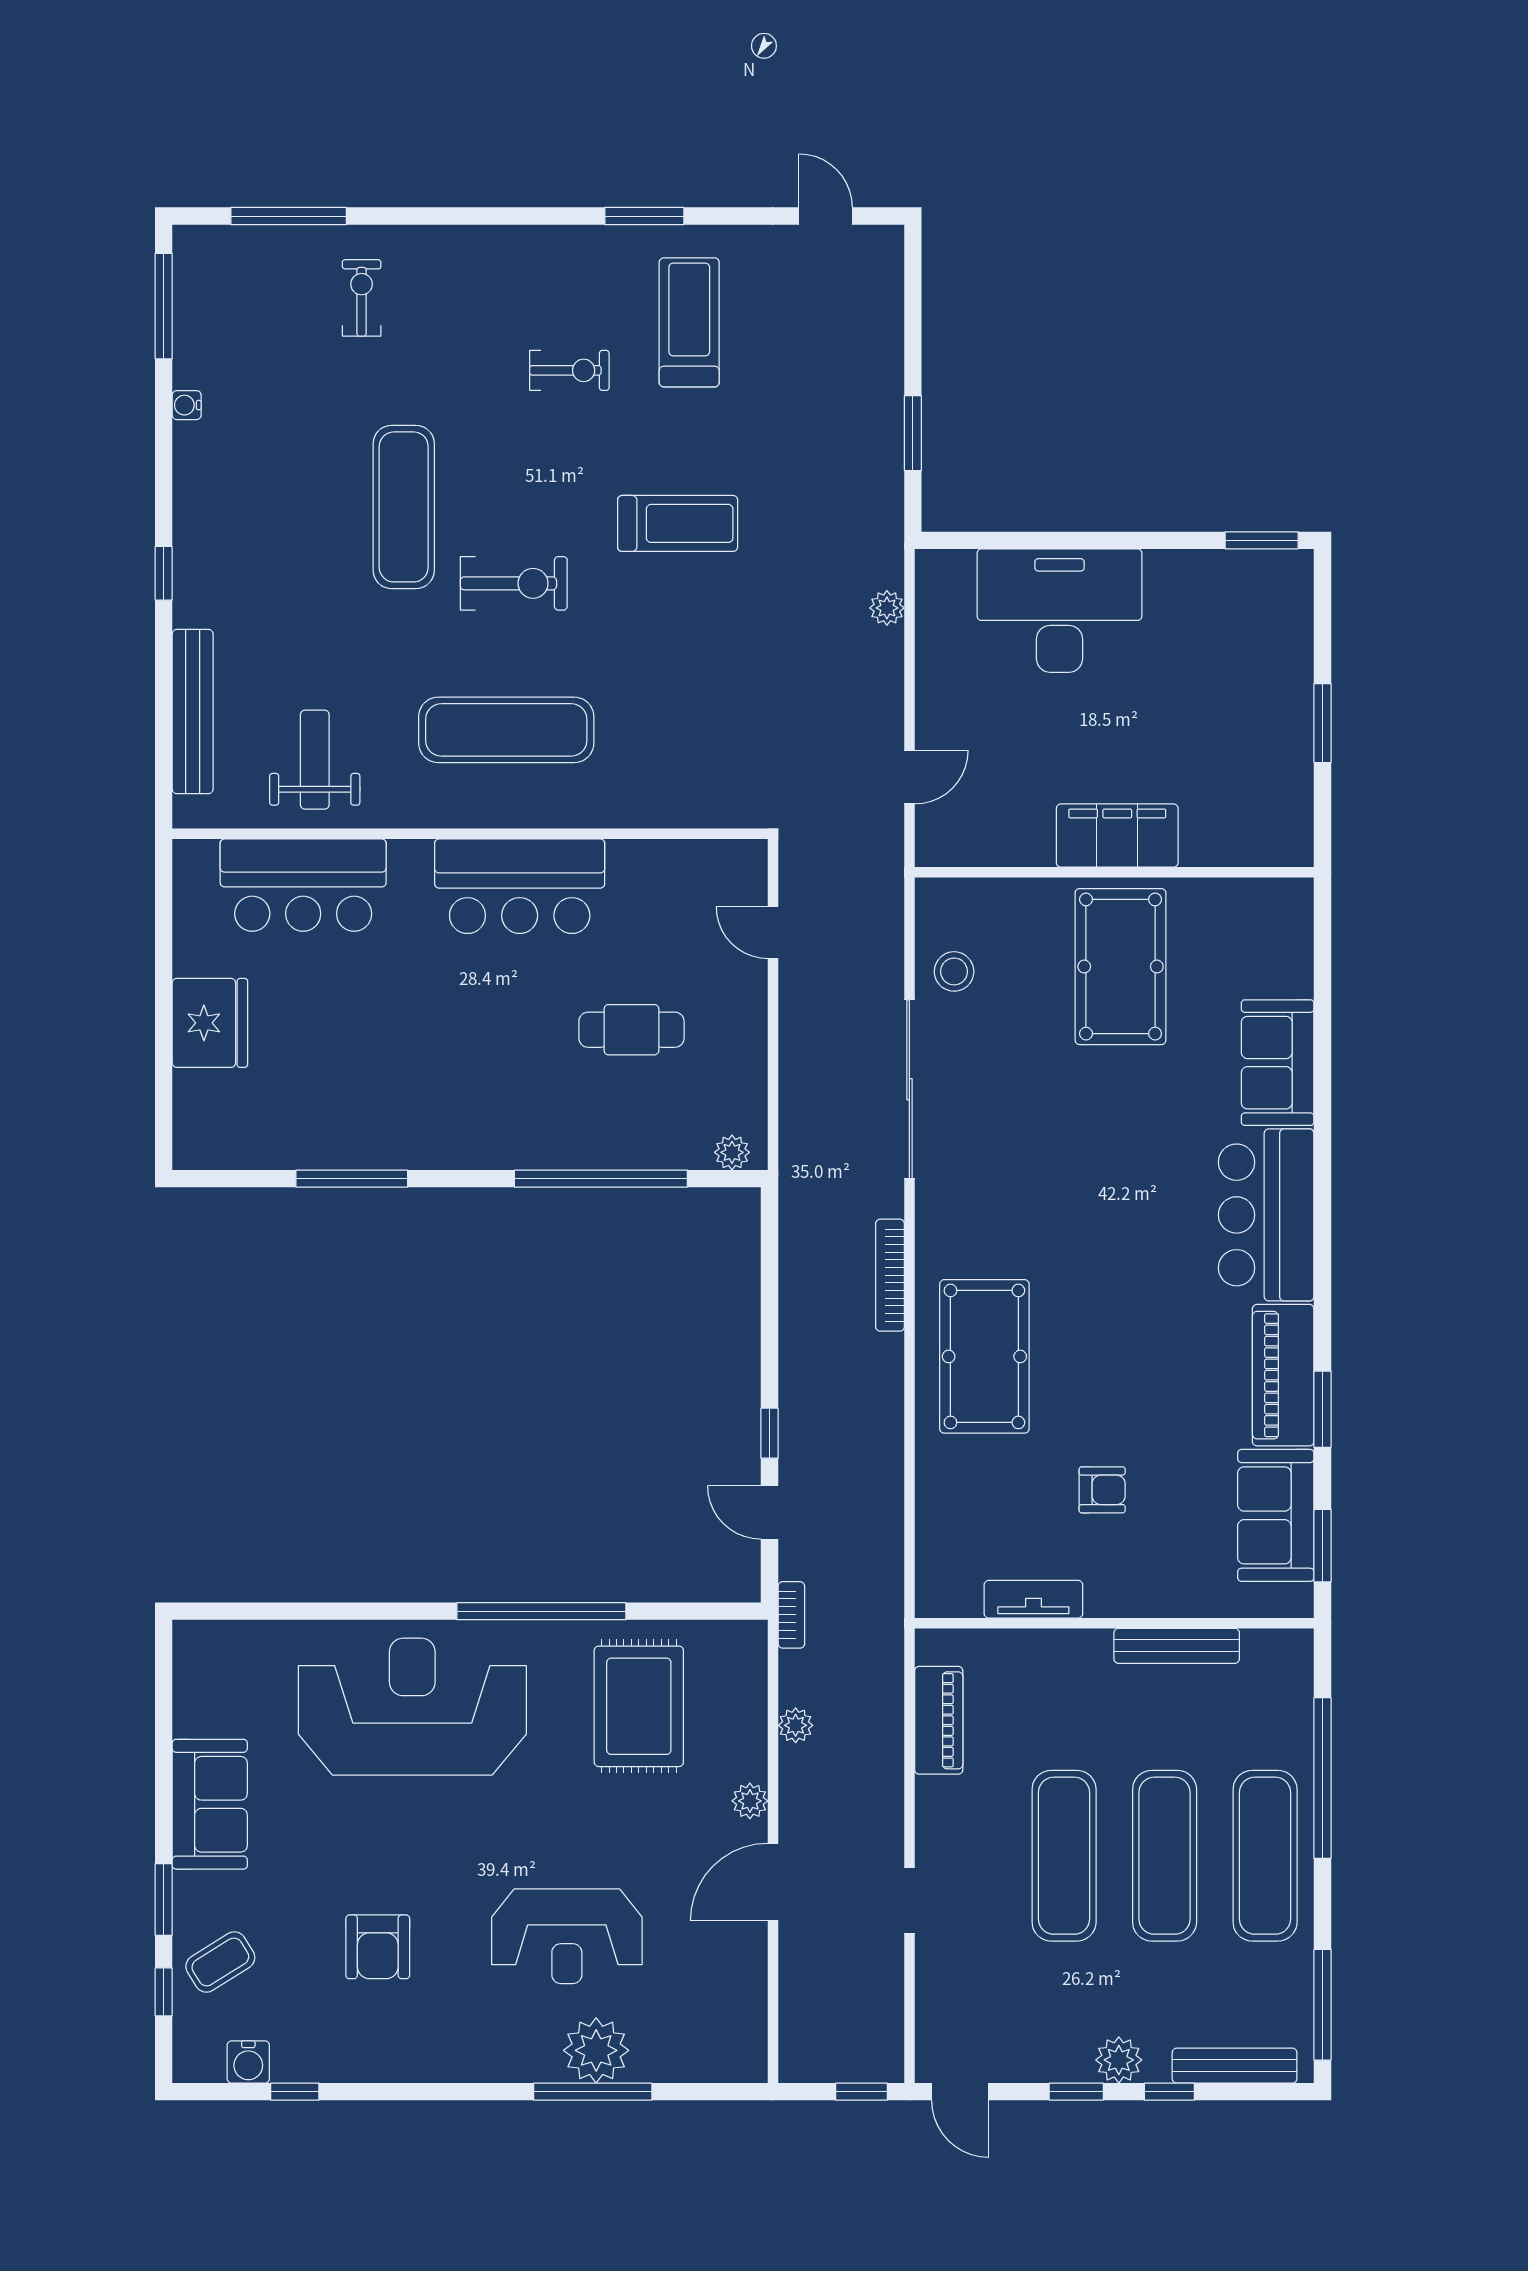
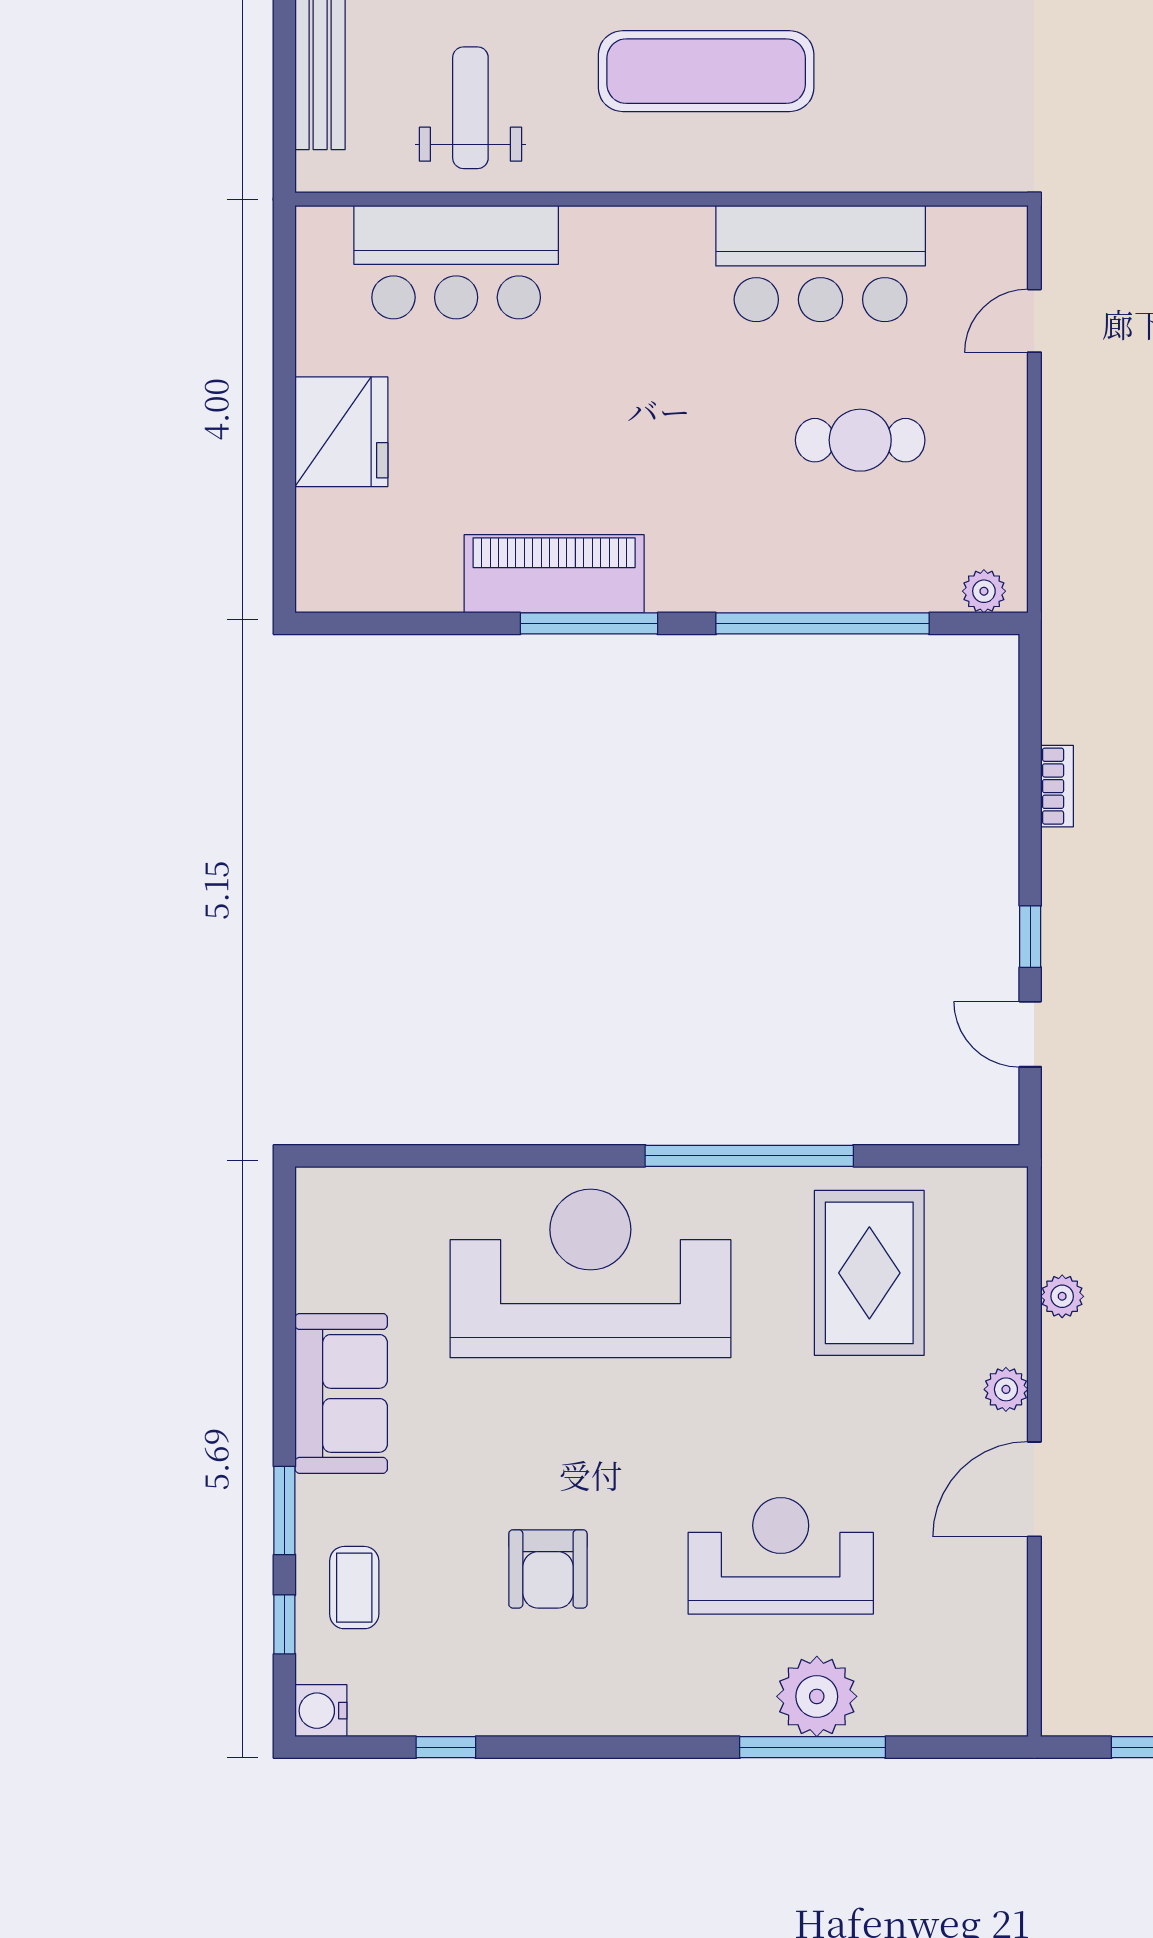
bar counter: (520, 886) -> (821, 264), moved
door: (773, 933) -> (1034, 321), hinge flipped
piano: (383, 1138) -> (554, 574), added
window: (352, 1179) -> (589, 623), moved
bookcase: (791, 1615) -> (1057, 786), moved
reception desk: (567, 1936) -> (781, 1556), turned 180
coffee table: (220, 1962) -> (354, 1588), turned -58
water cooler: (248, 2062) -> (321, 1711), moved, turned 90

